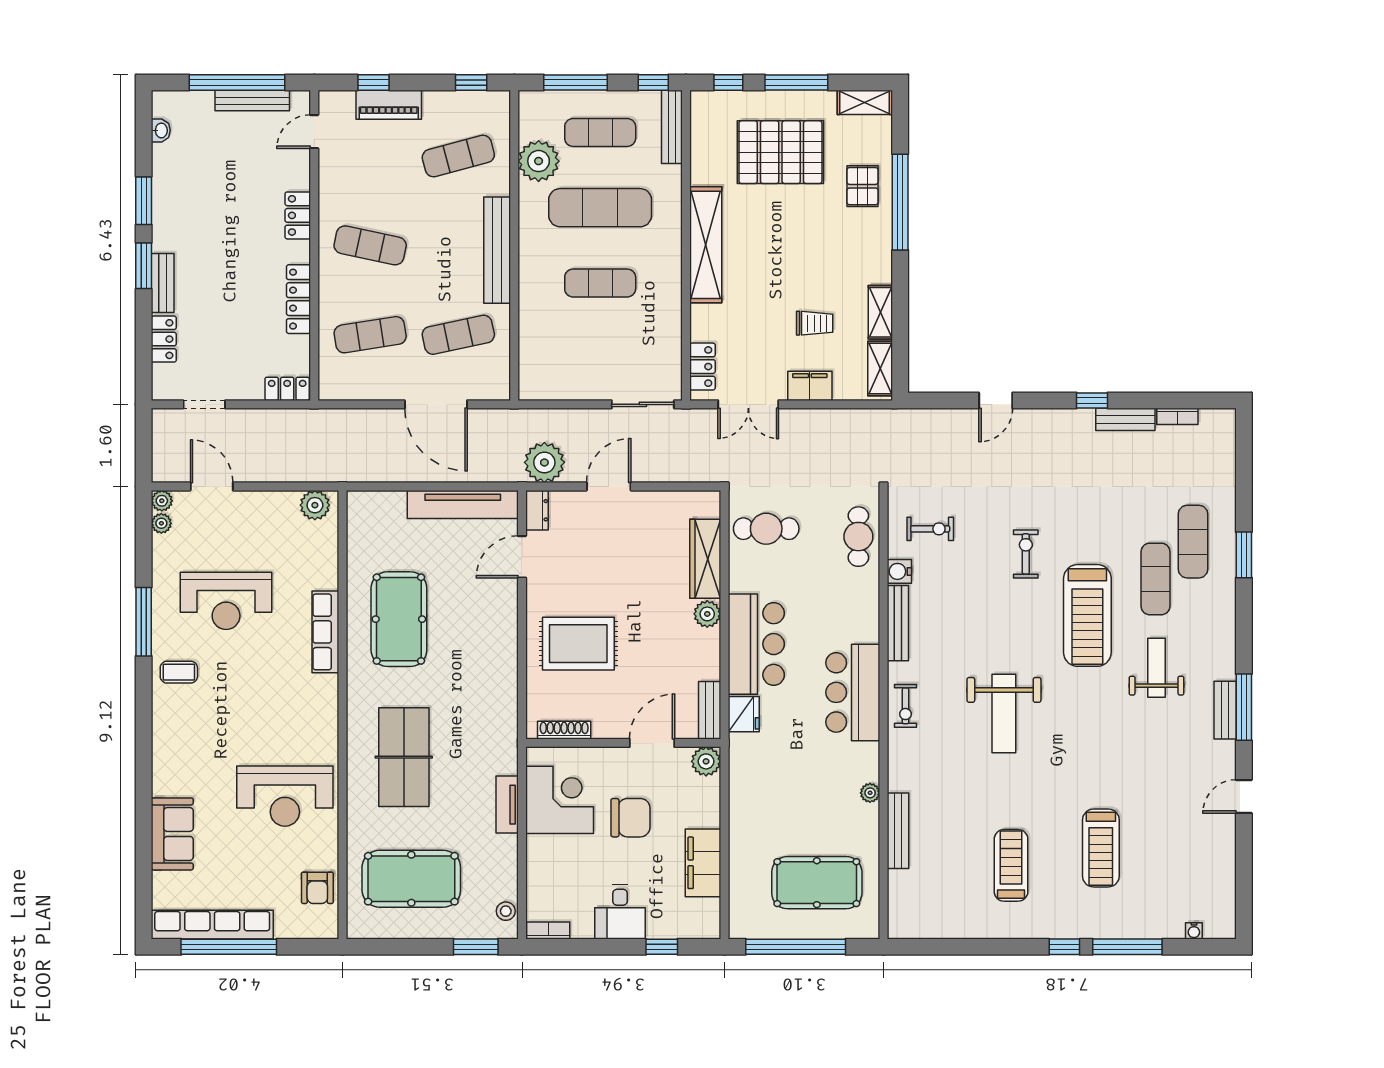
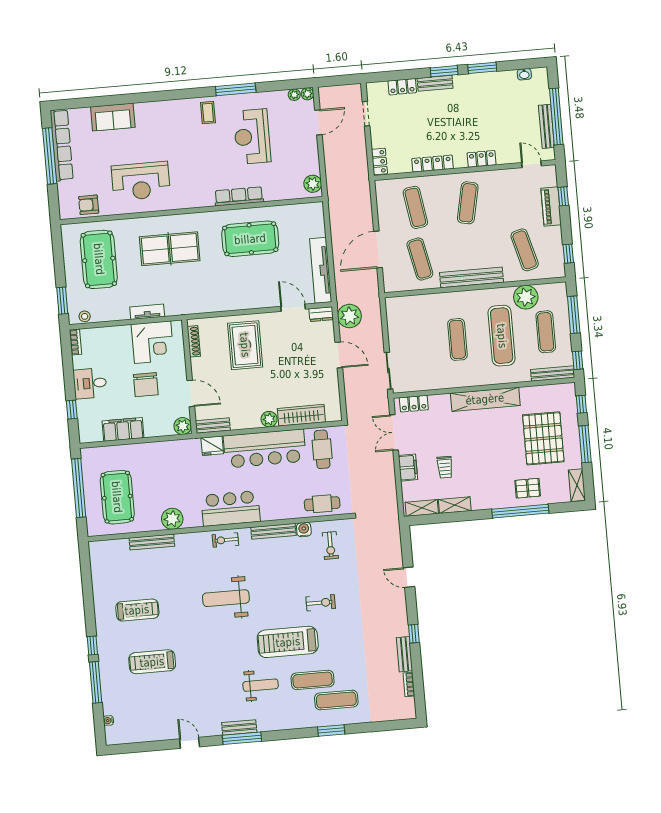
bar counter: (756, 644) -> (265, 449), width x1.36
plant: (870, 793) -> (172, 519), width x1.88, depth x1.88
reception desk: (285, 796) -> (141, 181), turned -90

